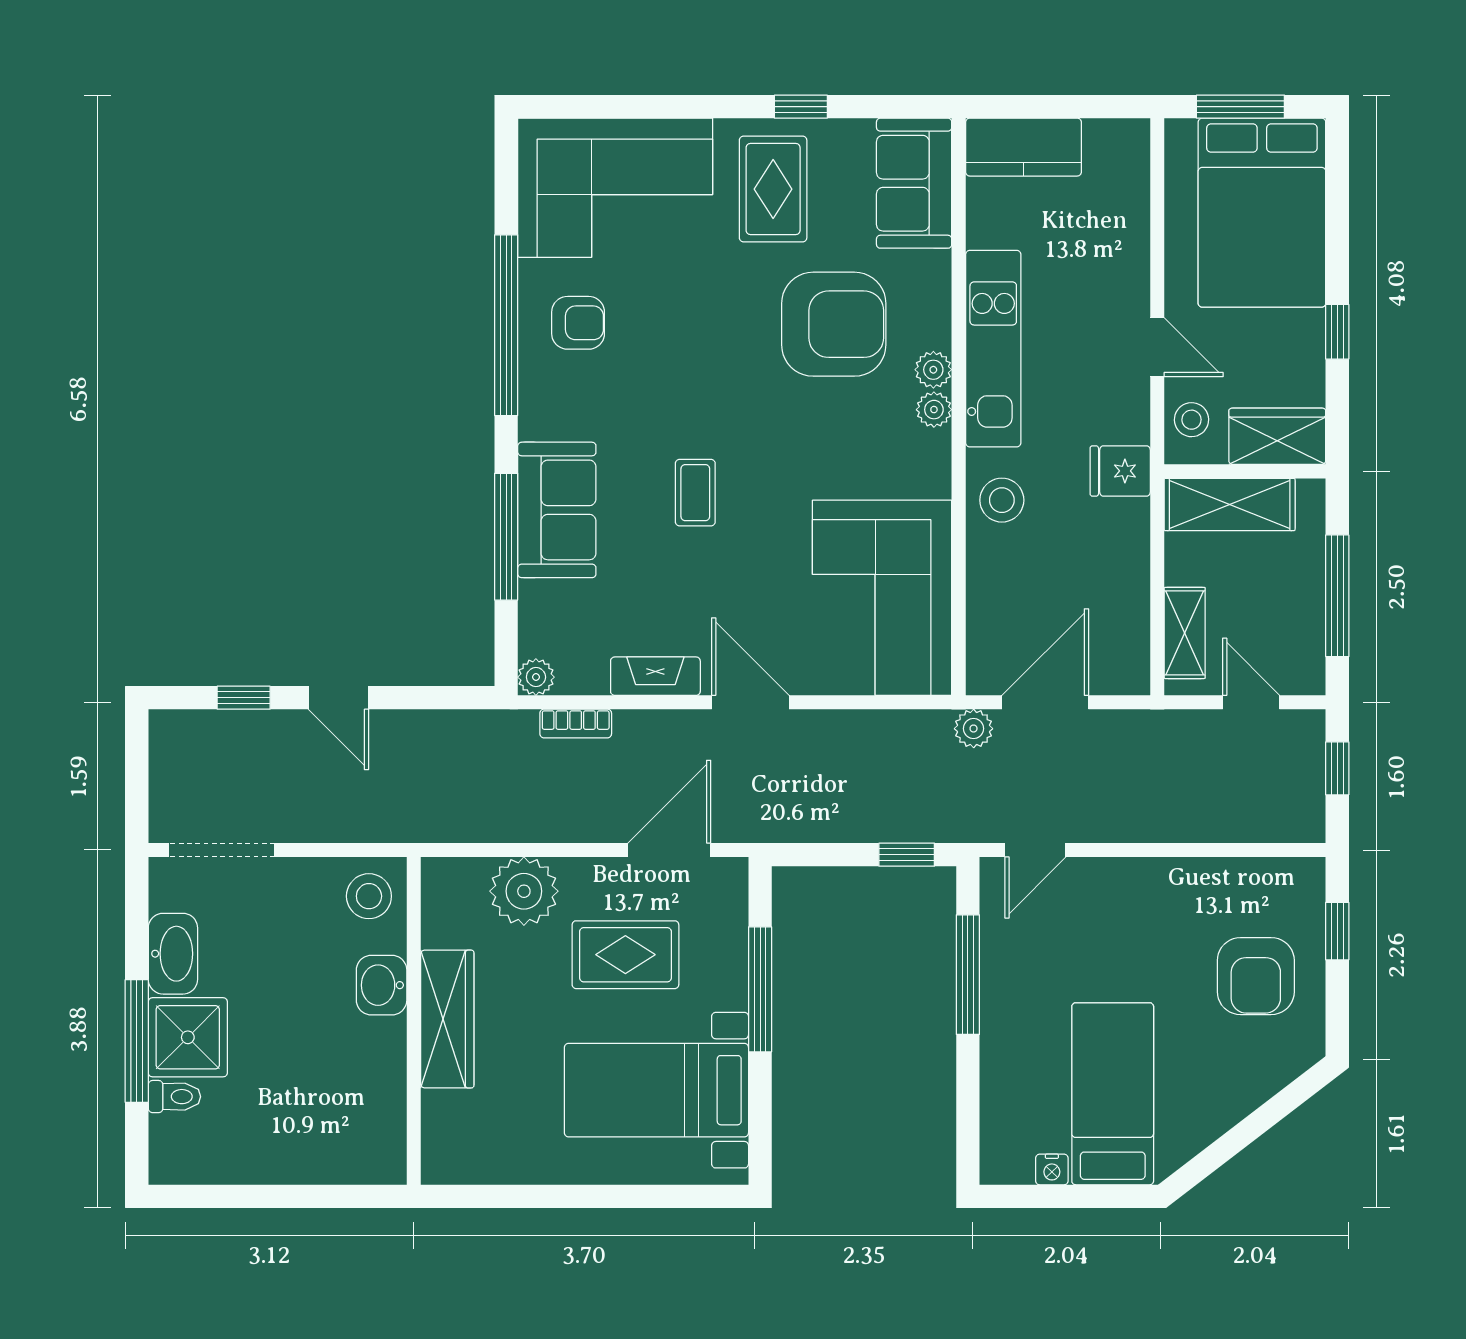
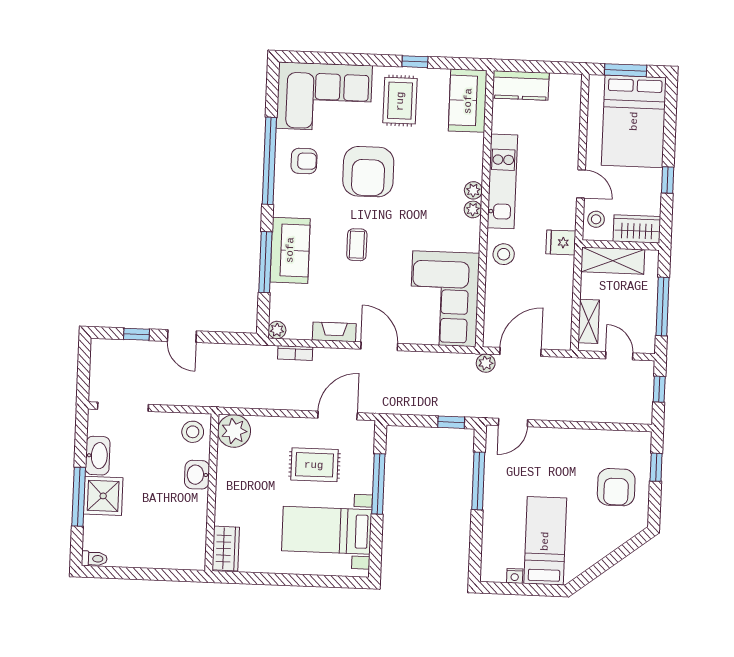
armchair: (834, 324) -> (368, 172), moved, turned 90
plant: (524, 891) -> (234, 431), moved
wardrobe: (447, 1019) -> (226, 548), moved, width x0.67
toilet: (174, 1097) -> (94, 559), moved

